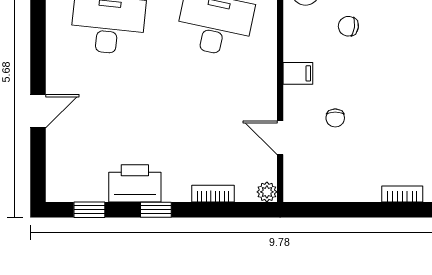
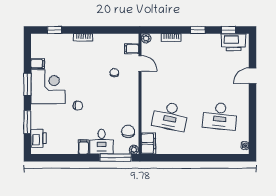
chair: (348, 26) -> (78, 106), moved
filing cabinet: (298, 73) -> (132, 49), moved
printer: (135, 183) -> (233, 42), moved

